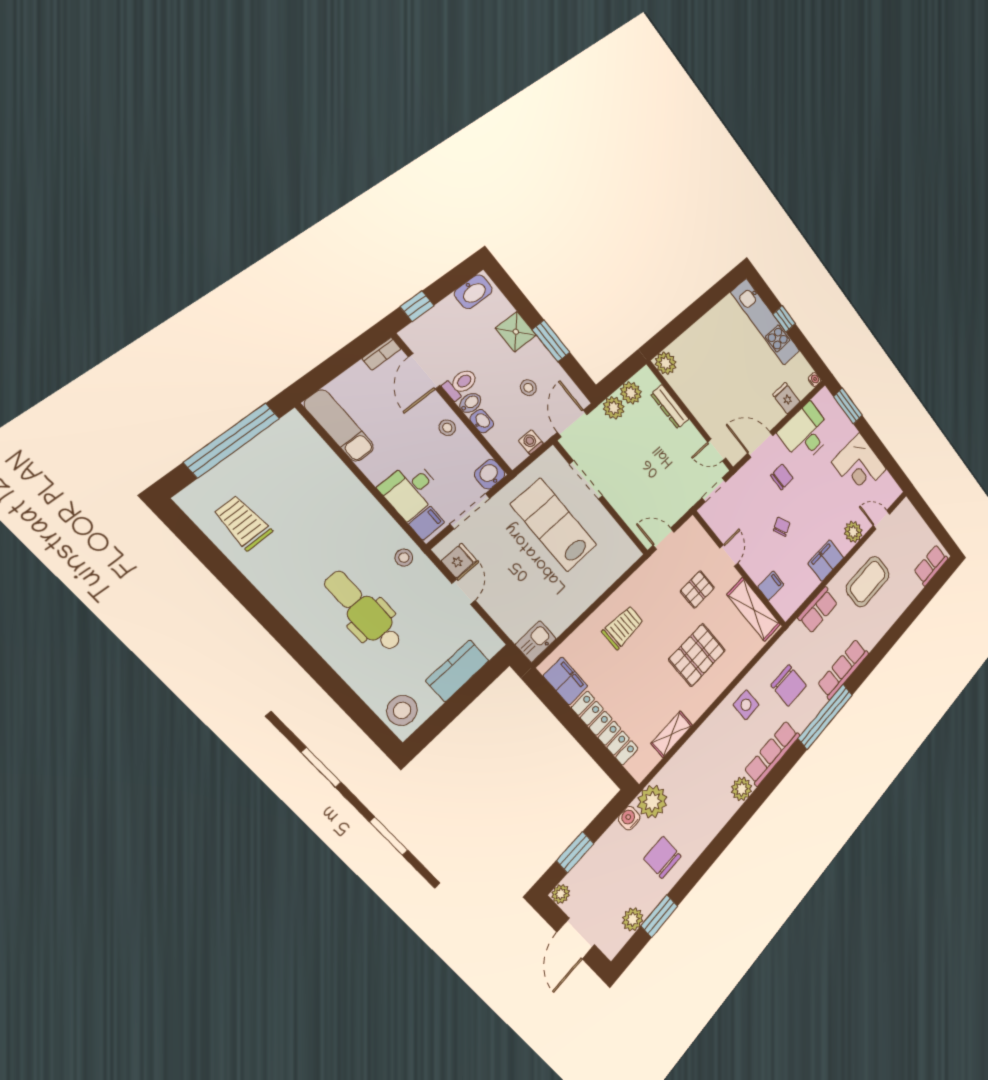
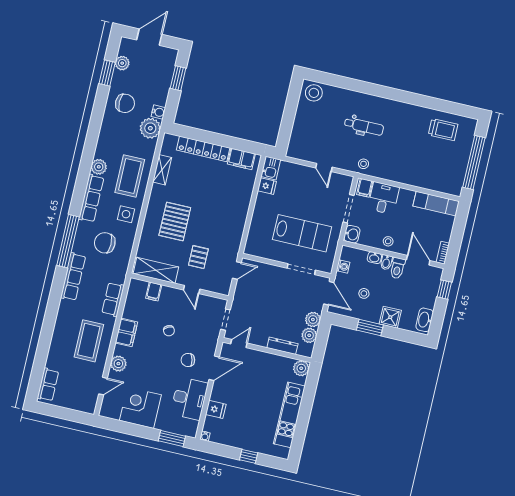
kitchen unit: (765, 322) -> (289, 415), moved, turned -90
chair: (782, 477) -> (188, 360), turned 76
fridge: (459, 561) -> (267, 186), moved, turned -90
dental chair: (363, 611) -> (364, 126), width x0.73, depth x0.72
trolley: (623, 627) -> (228, 207), removed
kitchen counter: (457, 671) -> (300, 128), removed
coffee table: (714, 752) -> (130, 176), added
plant: (561, 894) -> (172, 54), removed
door: (576, 939) -> (149, 37), hinge flipped

